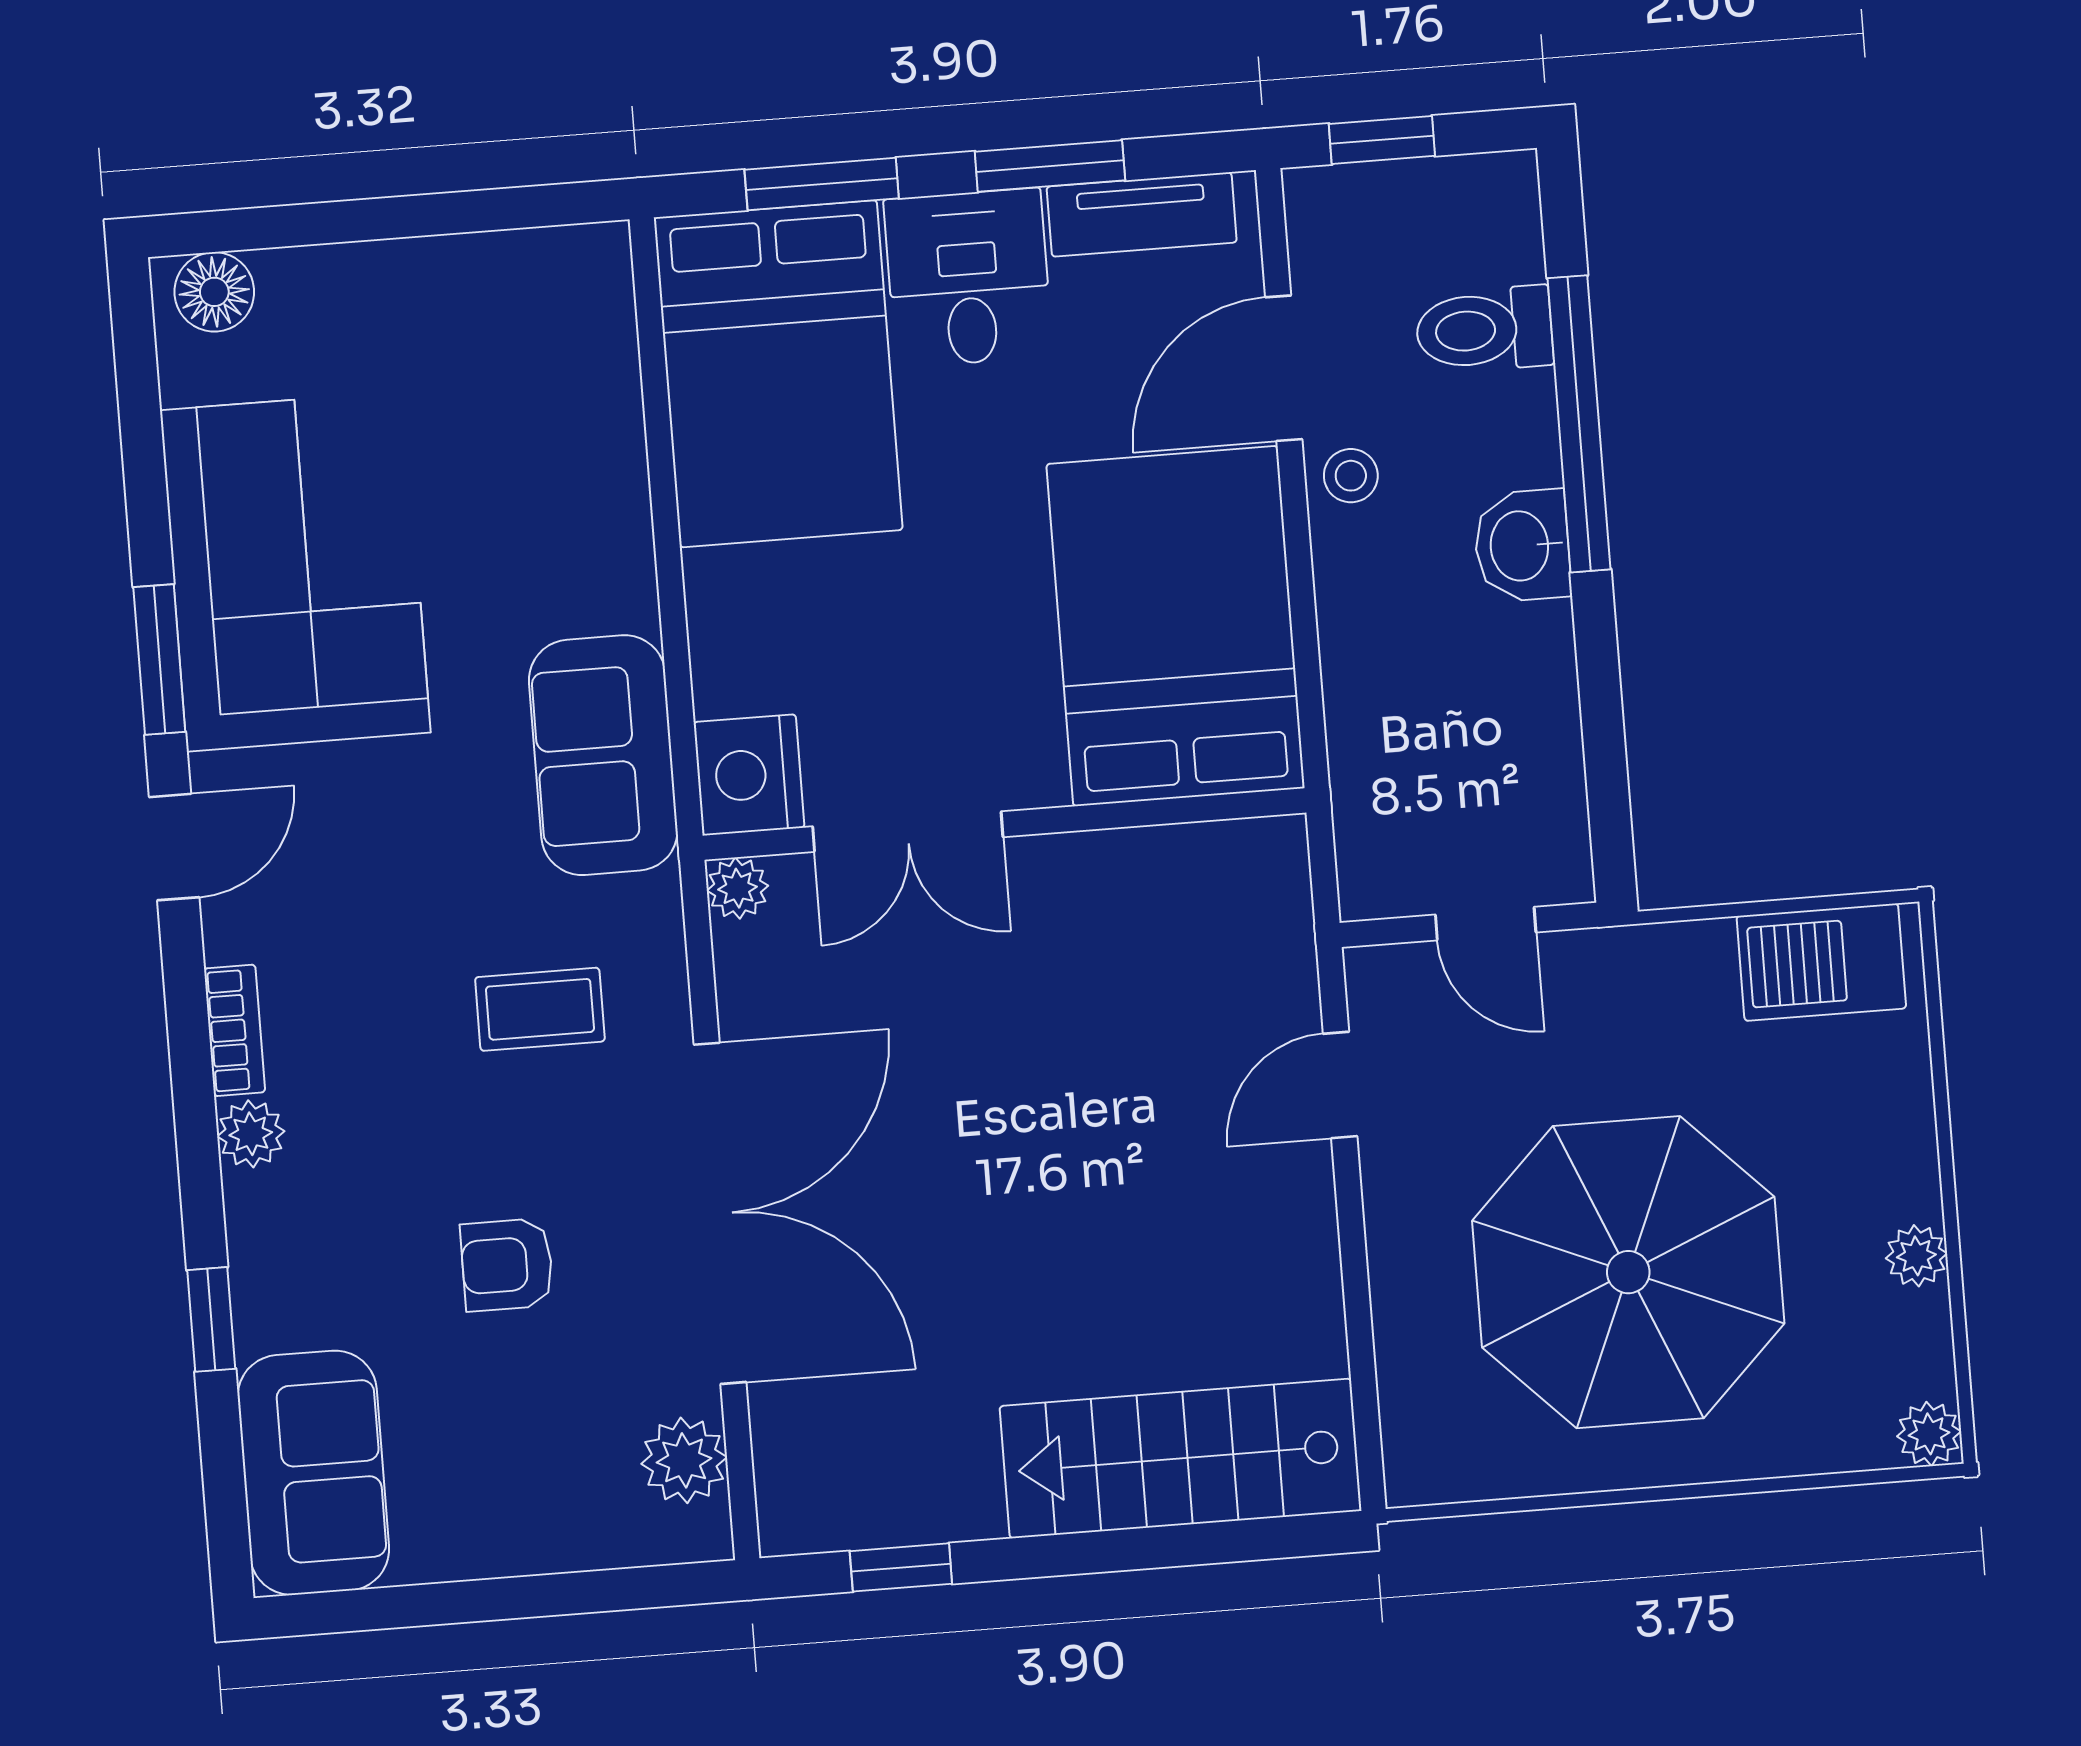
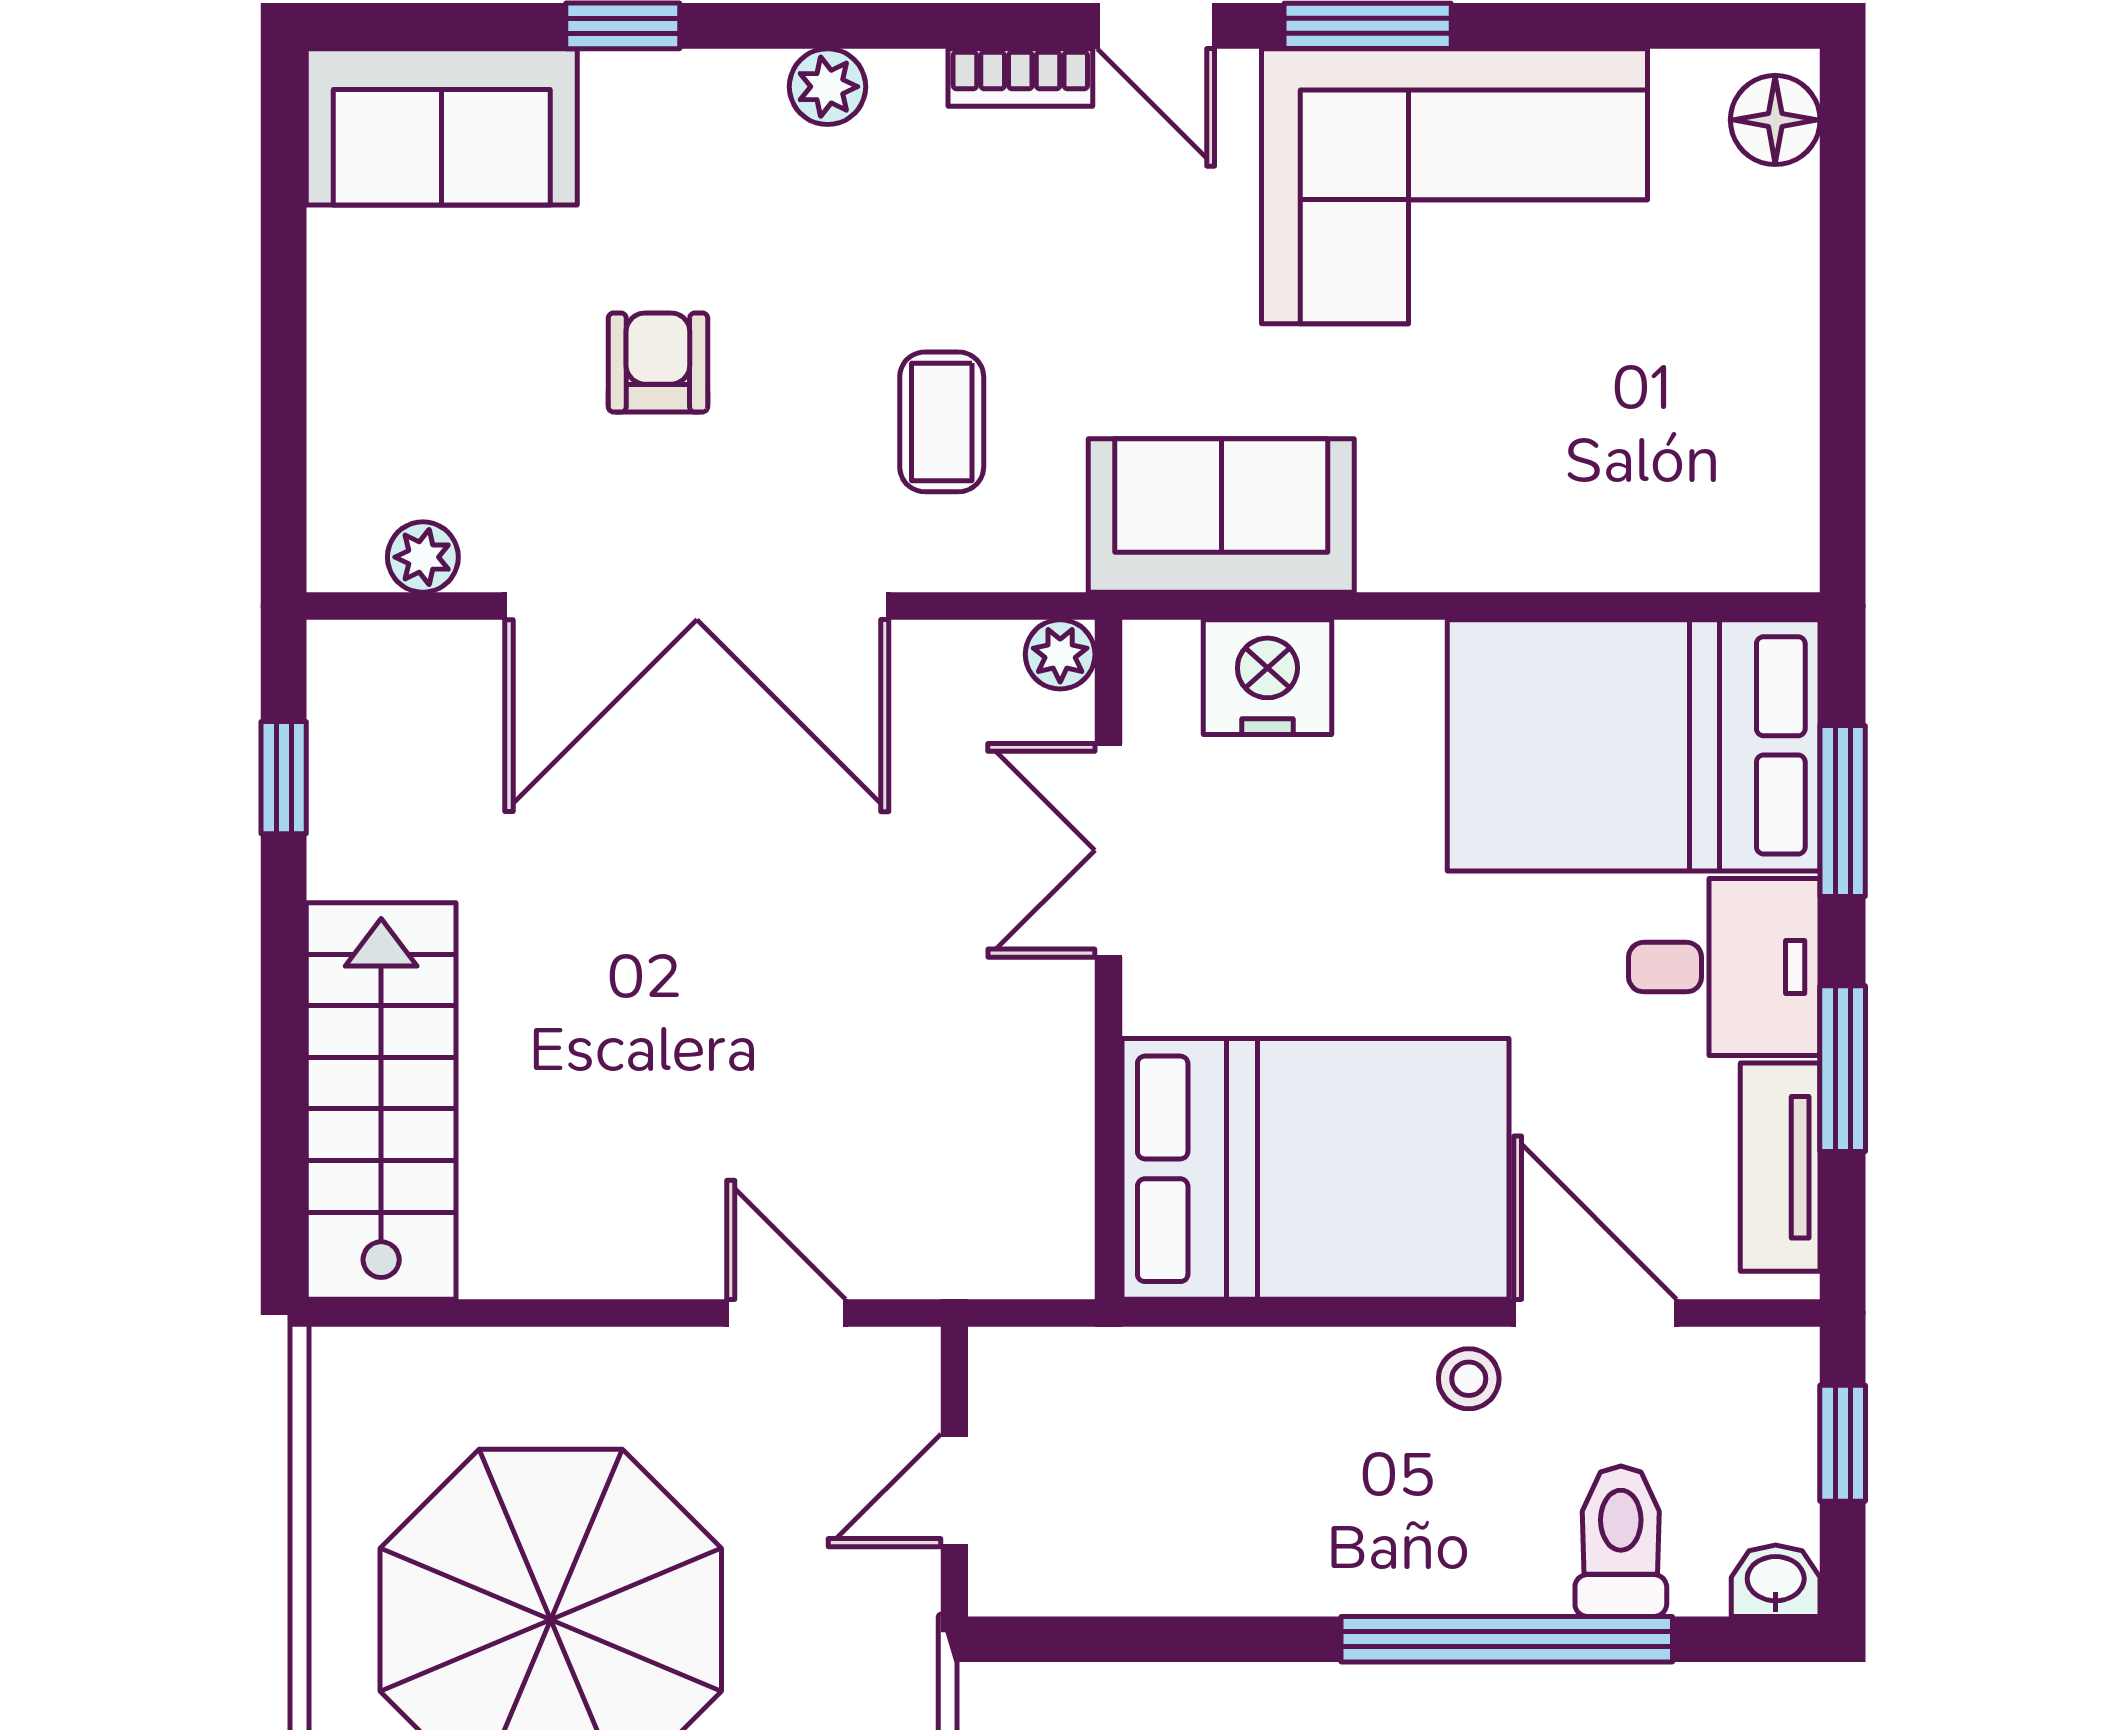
washbasin: (1522, 546) -> (1776, 1581), moved, width x0.72, depth x0.69
nightstand: (749, 775) -> (1267, 677), moved
bookcase: (234, 1030) -> (1020, 77), moved
plant: (684, 1460) -> (423, 557), width x0.73, depth x0.73

